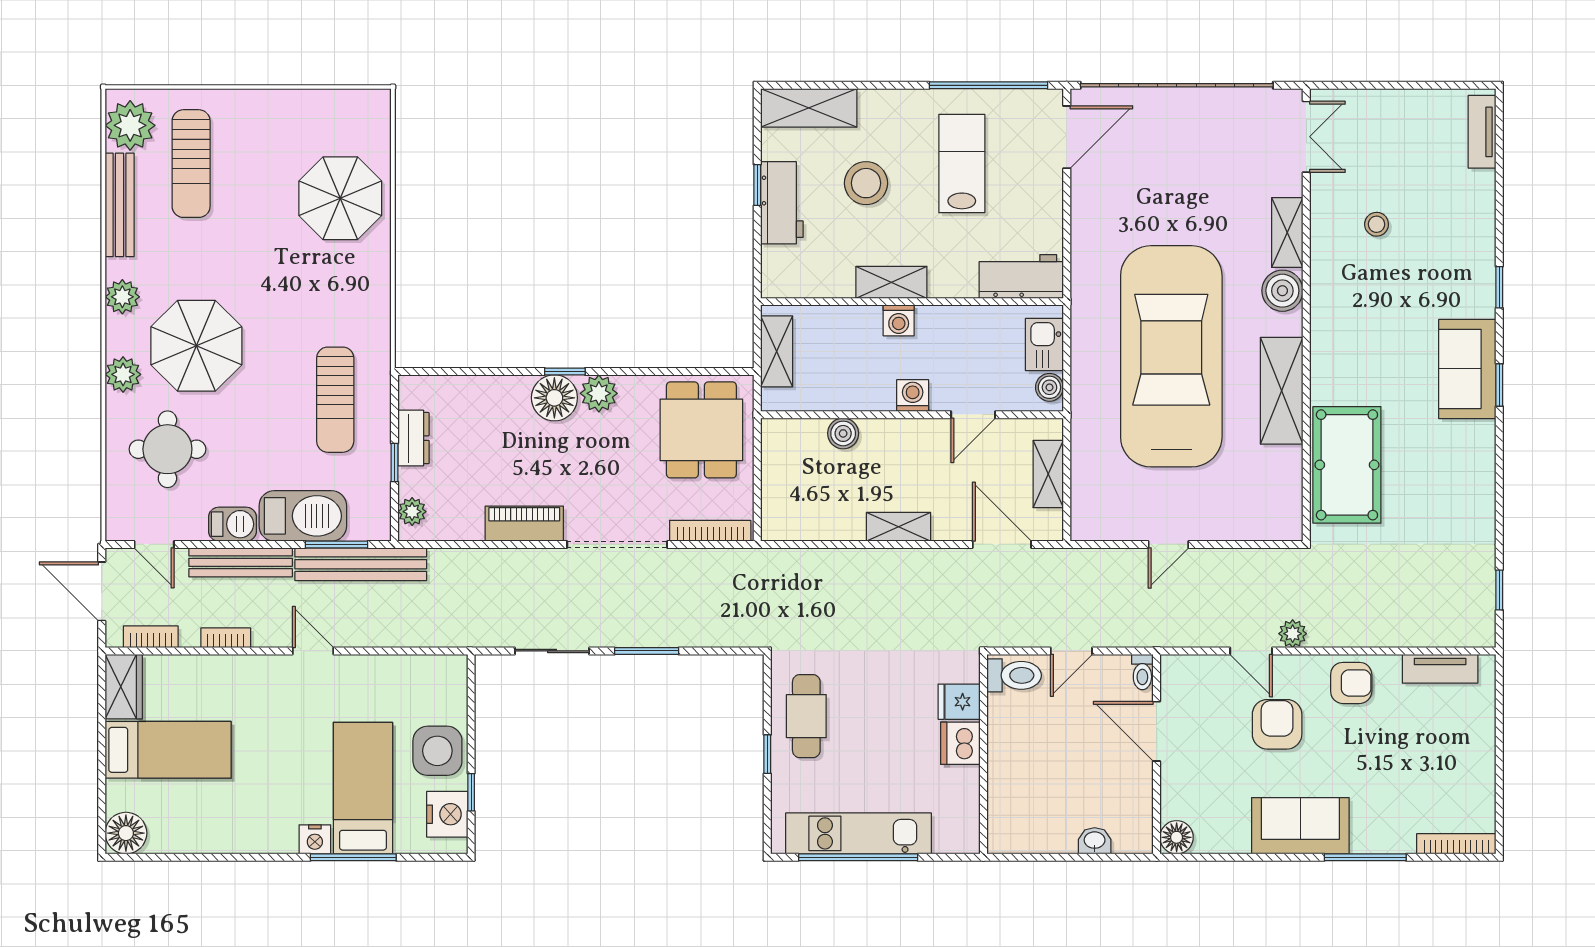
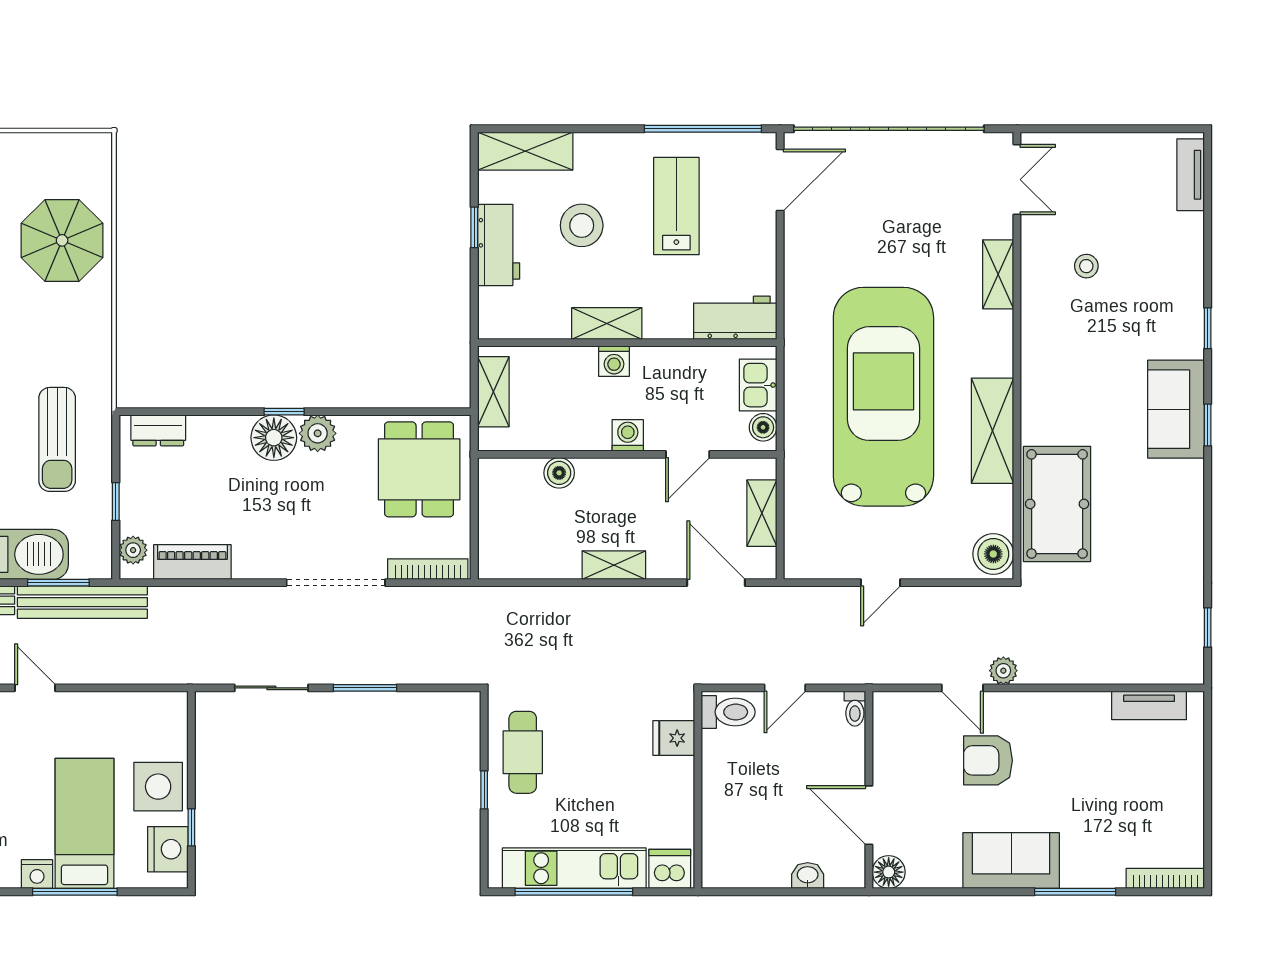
boiler: (1282, 291) -> (993, 554), moved
dresser: (414, 438) -> (158, 430), moved, turned 90
piano: (524, 524) -> (192, 562), moved
armchair: (1351, 683) -> (1061, 719), removed
armchair: (1277, 724) -> (988, 760), turned -90
door: (1157, 731) -> (869, 815), moved
dishwasher: (960, 743) -> (670, 869), moved, turned 90

